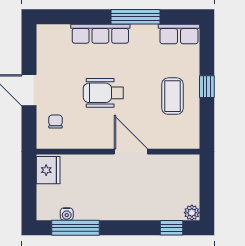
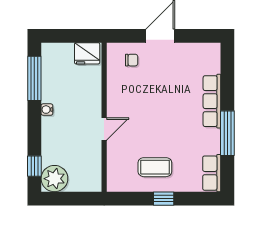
wheelchair: (103, 93) -> (158, 104), removed
door: (131, 152) -> (104, 129), width x0.73
plant: (192, 213) -> (54, 179), width x1.87, depth x1.87
water cooler: (67, 214) -> (47, 110), moved

